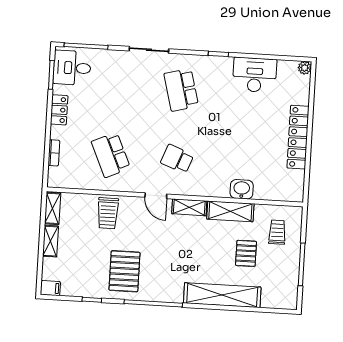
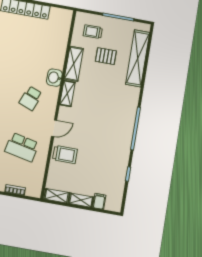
school desk: (111, 155) -> (22, 147), turned 36
washbasin: (242, 189) -> (54, 78), moved
door: (156, 196) -> (54, 128), moved
pallet: (124, 271) -> (109, 147), removed
filing cabinet: (50, 288) -> (99, 201), moved
shelving: (222, 295) -> (138, 58), moved

